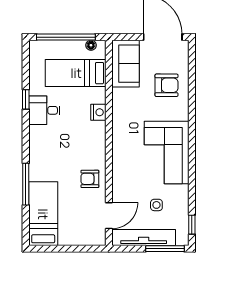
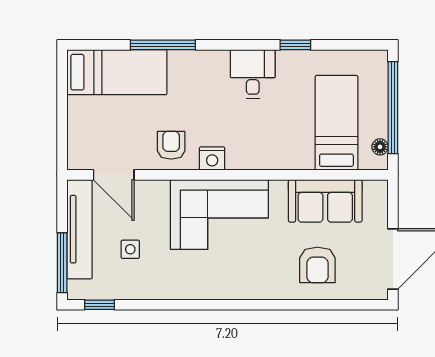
sofa: (126, 64) -> (325, 201), moved
desk: (44, 110) -> (253, 74), moved
nightstand: (98, 112) -> (212, 158), moved
corner sofa: (167, 152) -> (219, 214), moved, turned 180

